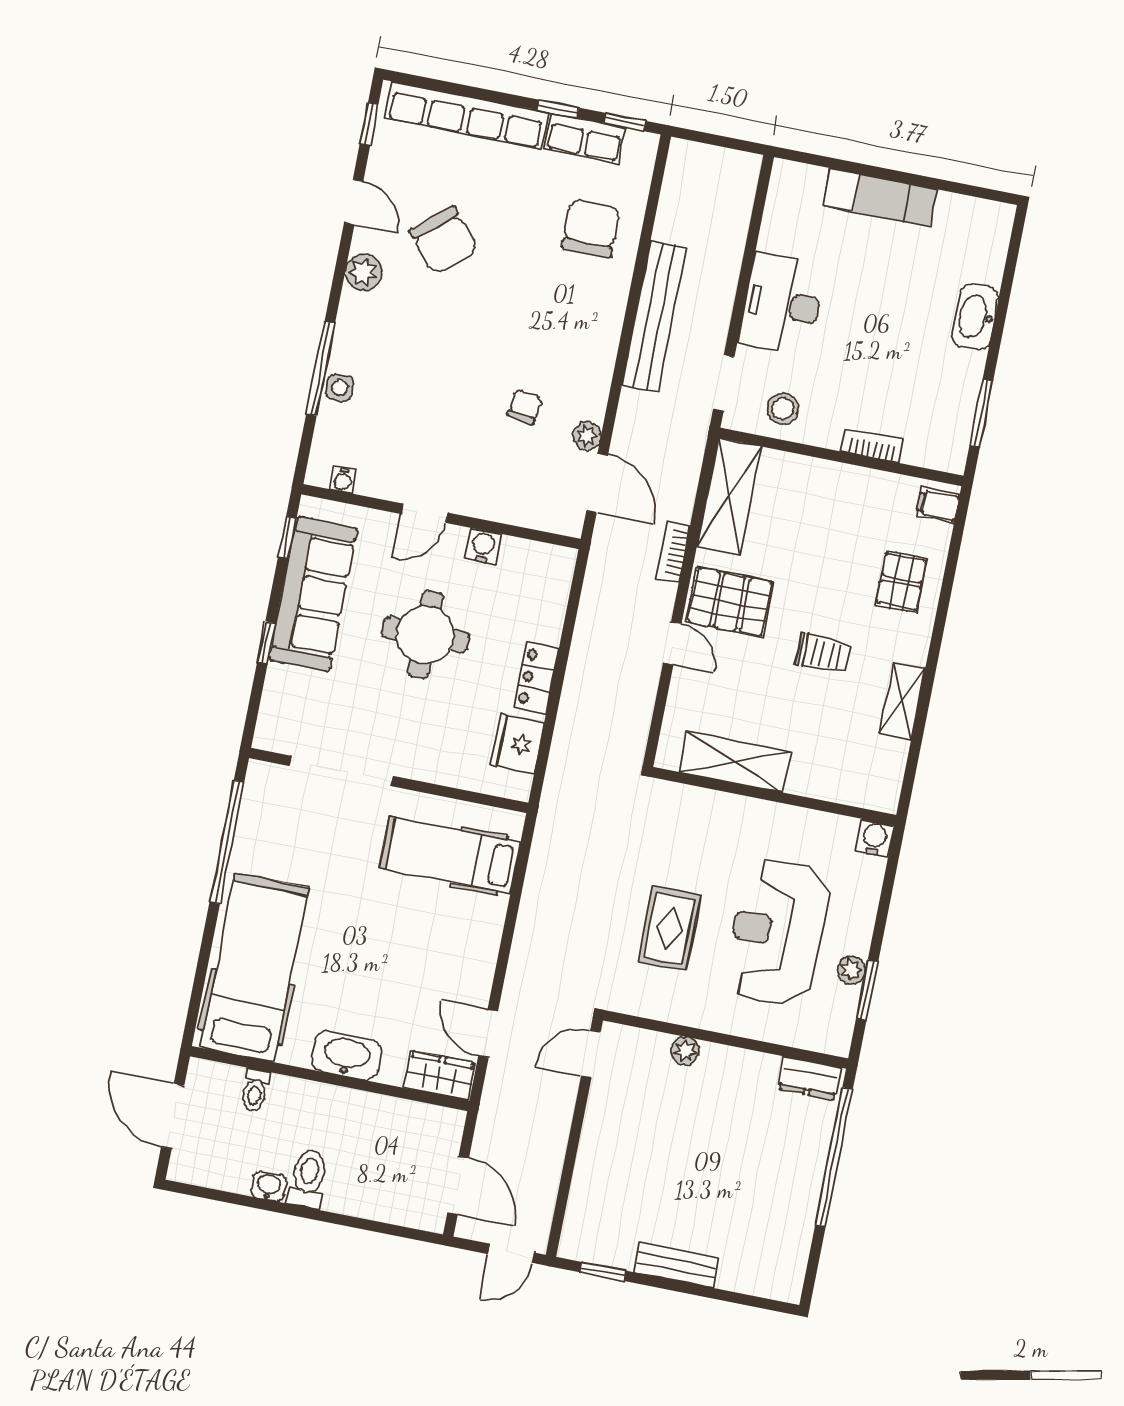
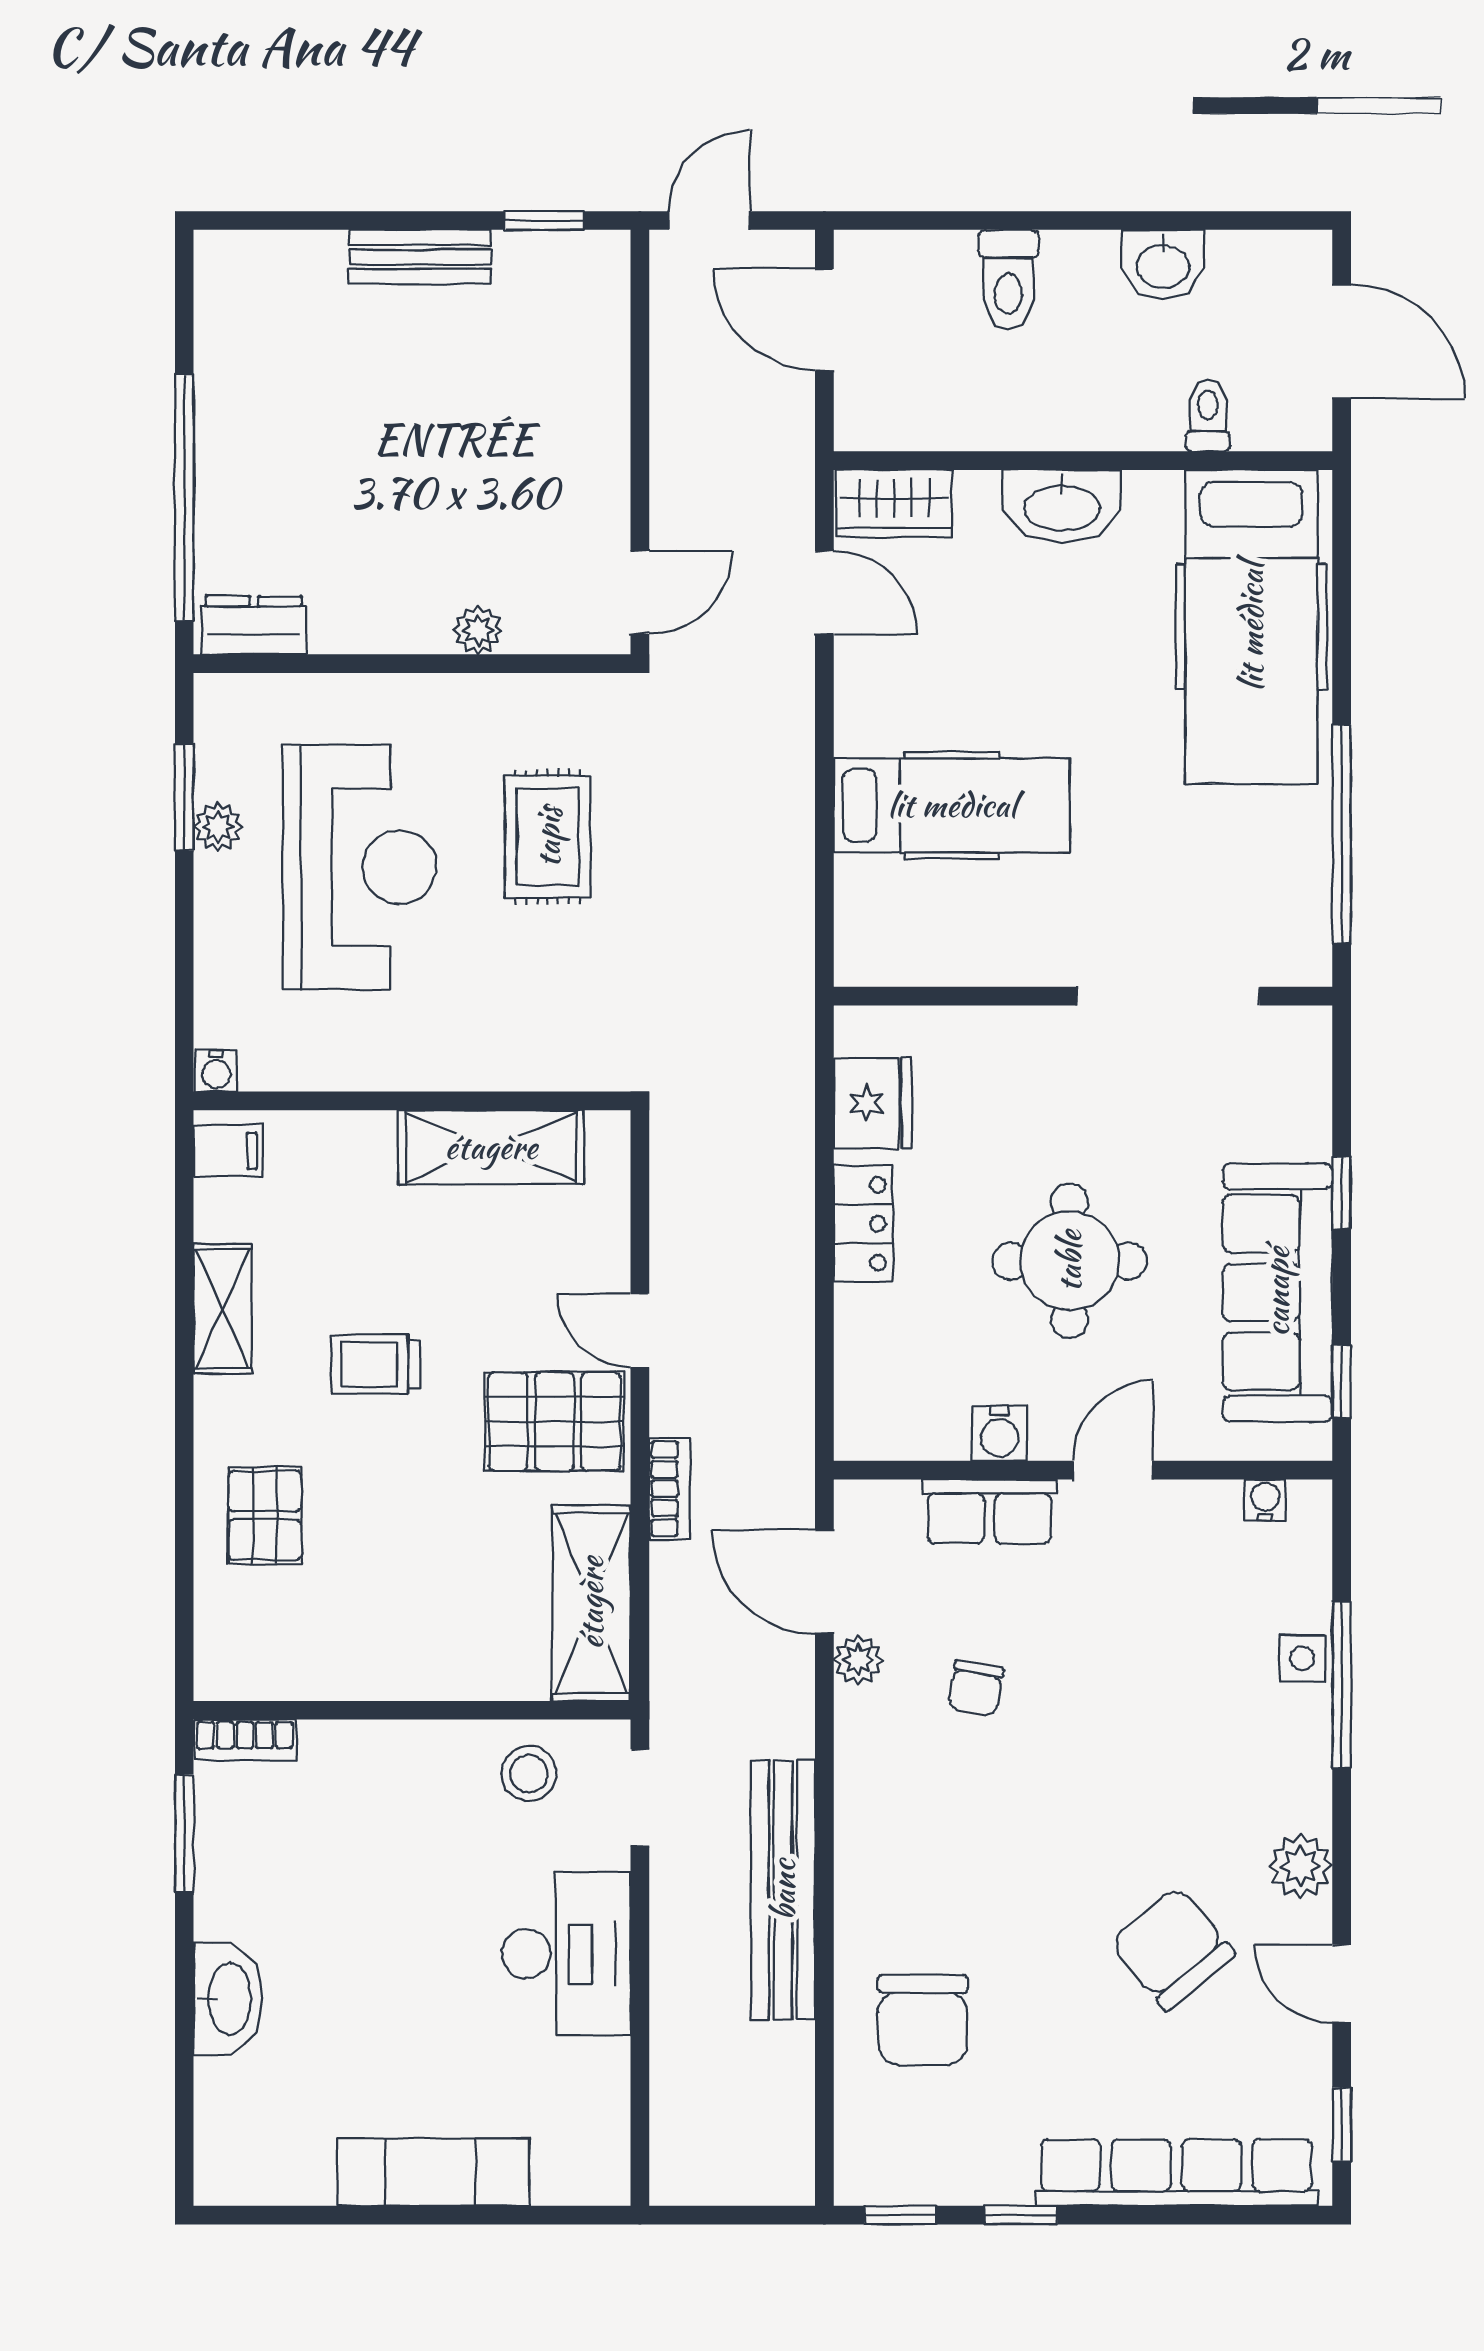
row of seats: (585, 138) -> (989, 1511), moved, turned 180
bookcase: (872, 446) -> (245, 1740), moved
filing cabinet: (938, 505) -> (228, 1151), moved
water cooler: (874, 838) -> (216, 1071), width x0.72, depth x0.72
hospital bed: (450, 855) -> (952, 805), moved
toilet: (308, 1179) -> (1008, 280), moved
washbasin: (269, 1186) -> (1163, 264), width x1.38, depth x1.45

